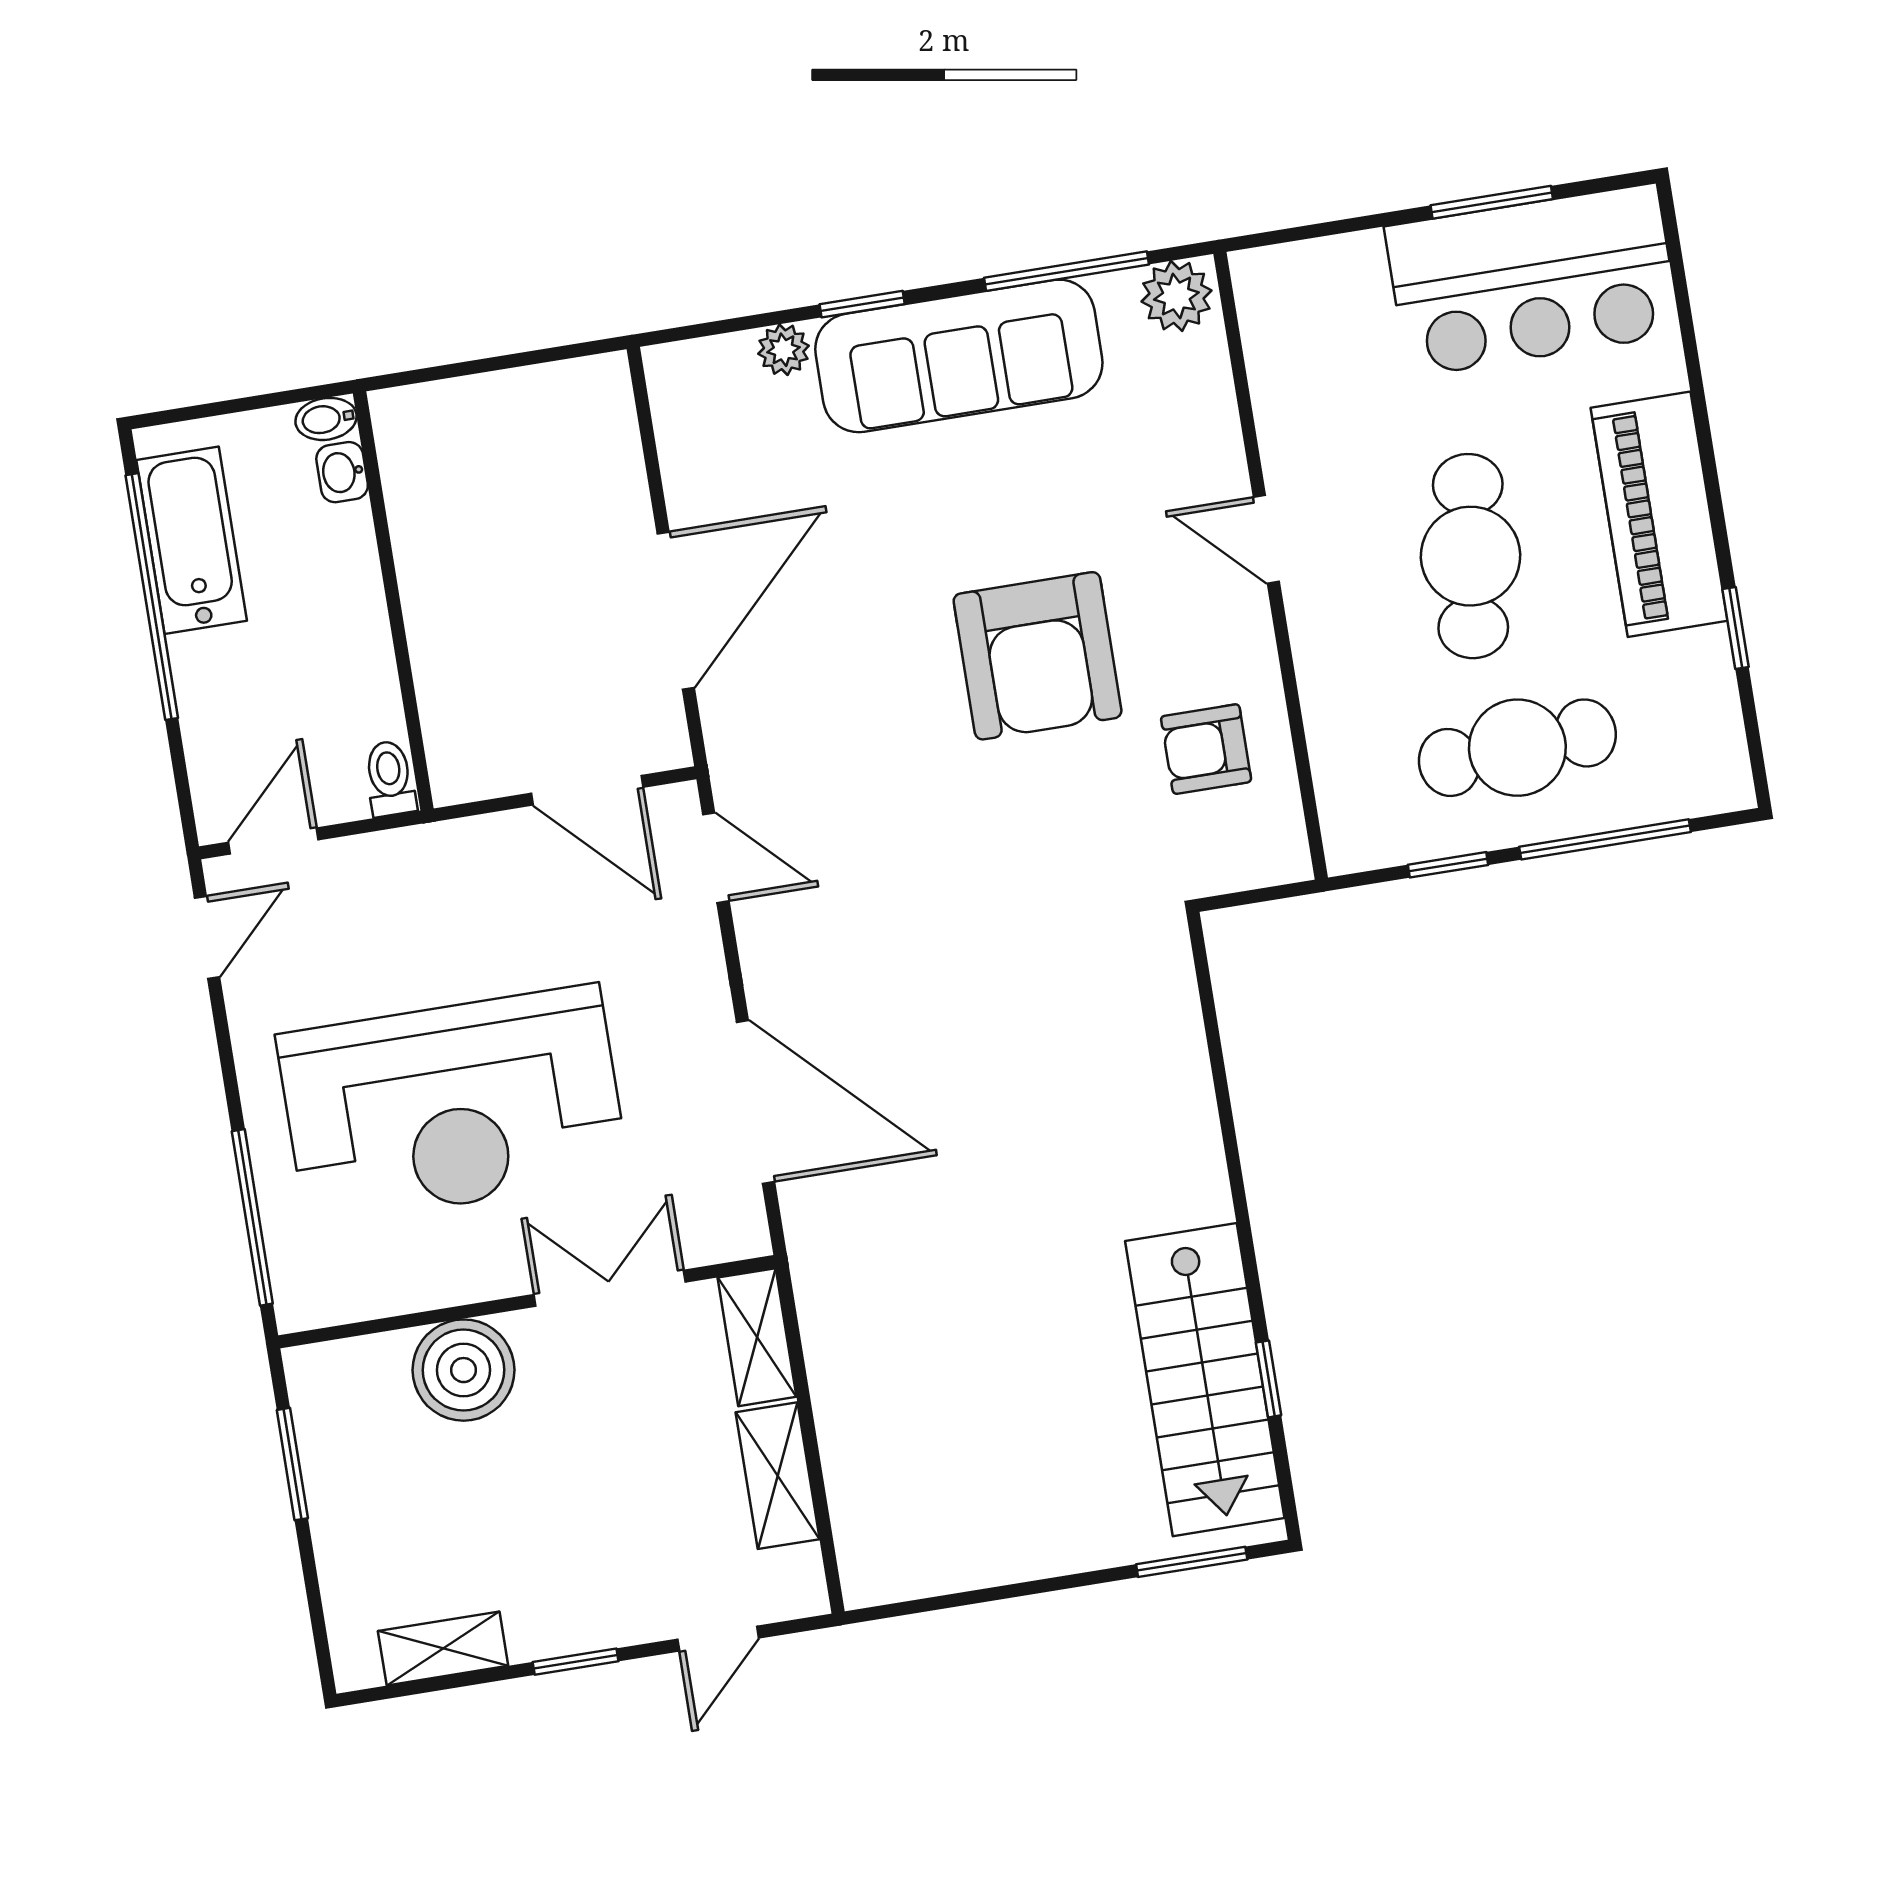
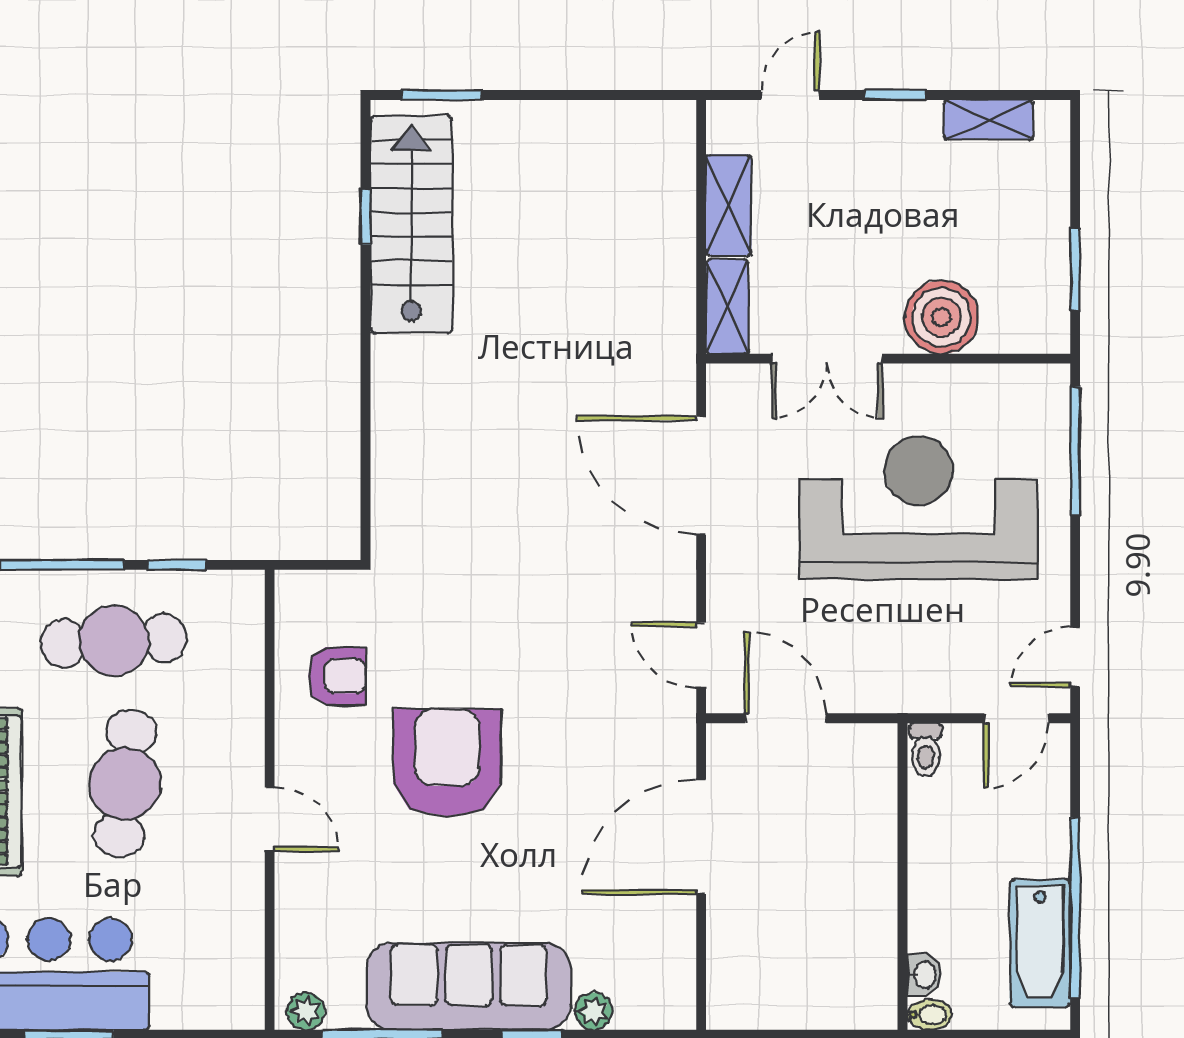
plant: (1176, 296) -> (306, 1011), width x0.73, depth x0.73

